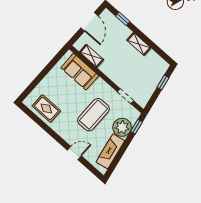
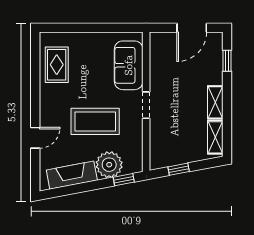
shelving: (92, 56) -> (215, 137), moved
window: (163, 82) -> (179, 169), moved
doorway: (126, 96) -> (146, 105), moved
door: (74, 153) -> (35, 138), hinge flipped

